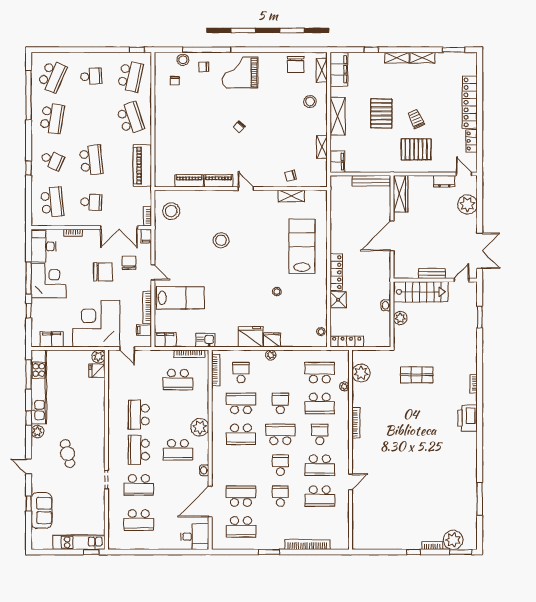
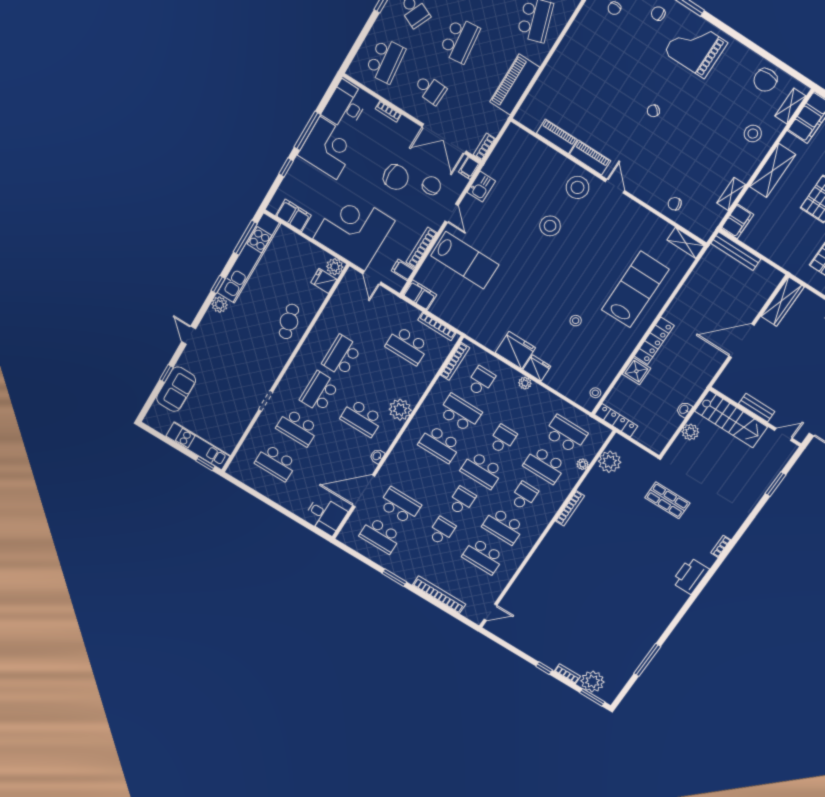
bench: (371, 181) -> (736, 251), moved
shelving: (291, 196) -> (686, 243), moved
stool: (171, 211) -> (577, 187), moved
kitchen sink: (205, 340) -> (481, 187), moved, turned 90
school desk: (280, 434) -> (482, 470), turned 180
cafe table: (68, 454) -> (289, 321), moved
door: (351, 482) -> (490, 612), moved

